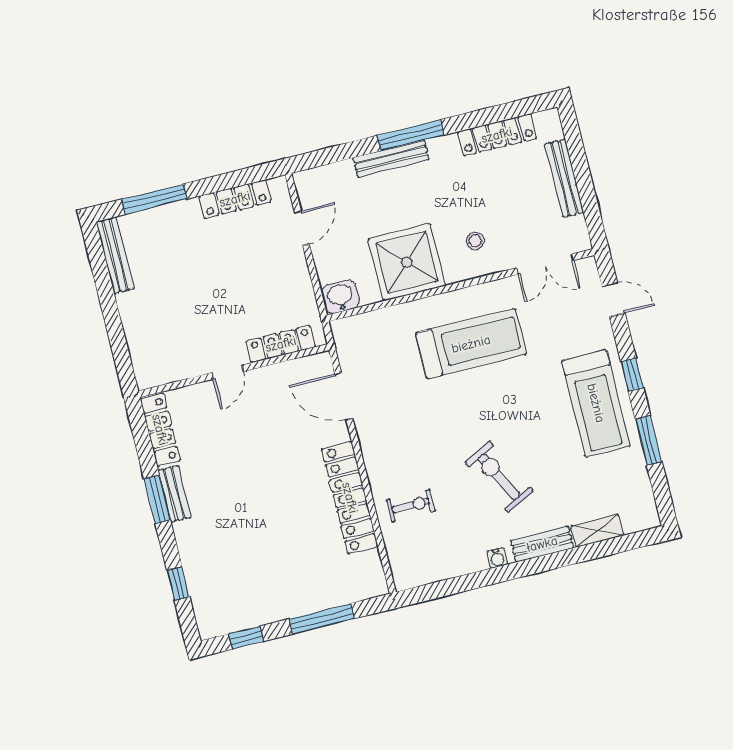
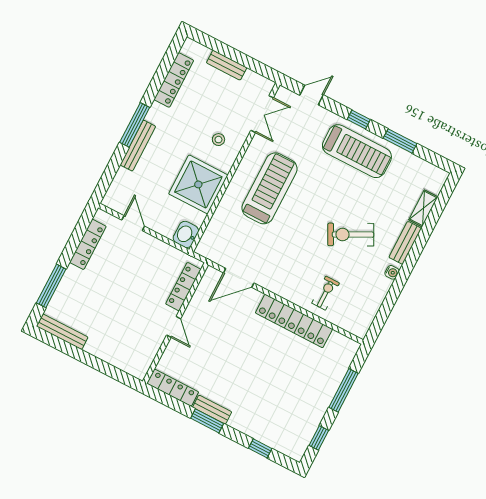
bench: (564, 178) -> (227, 65), width x0.73

